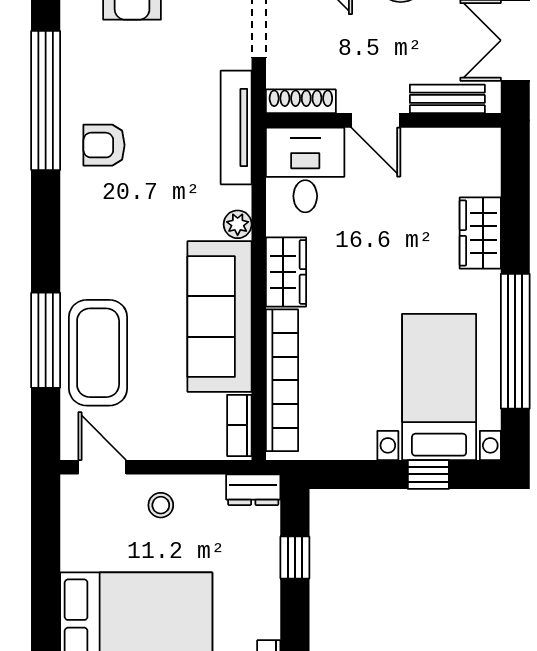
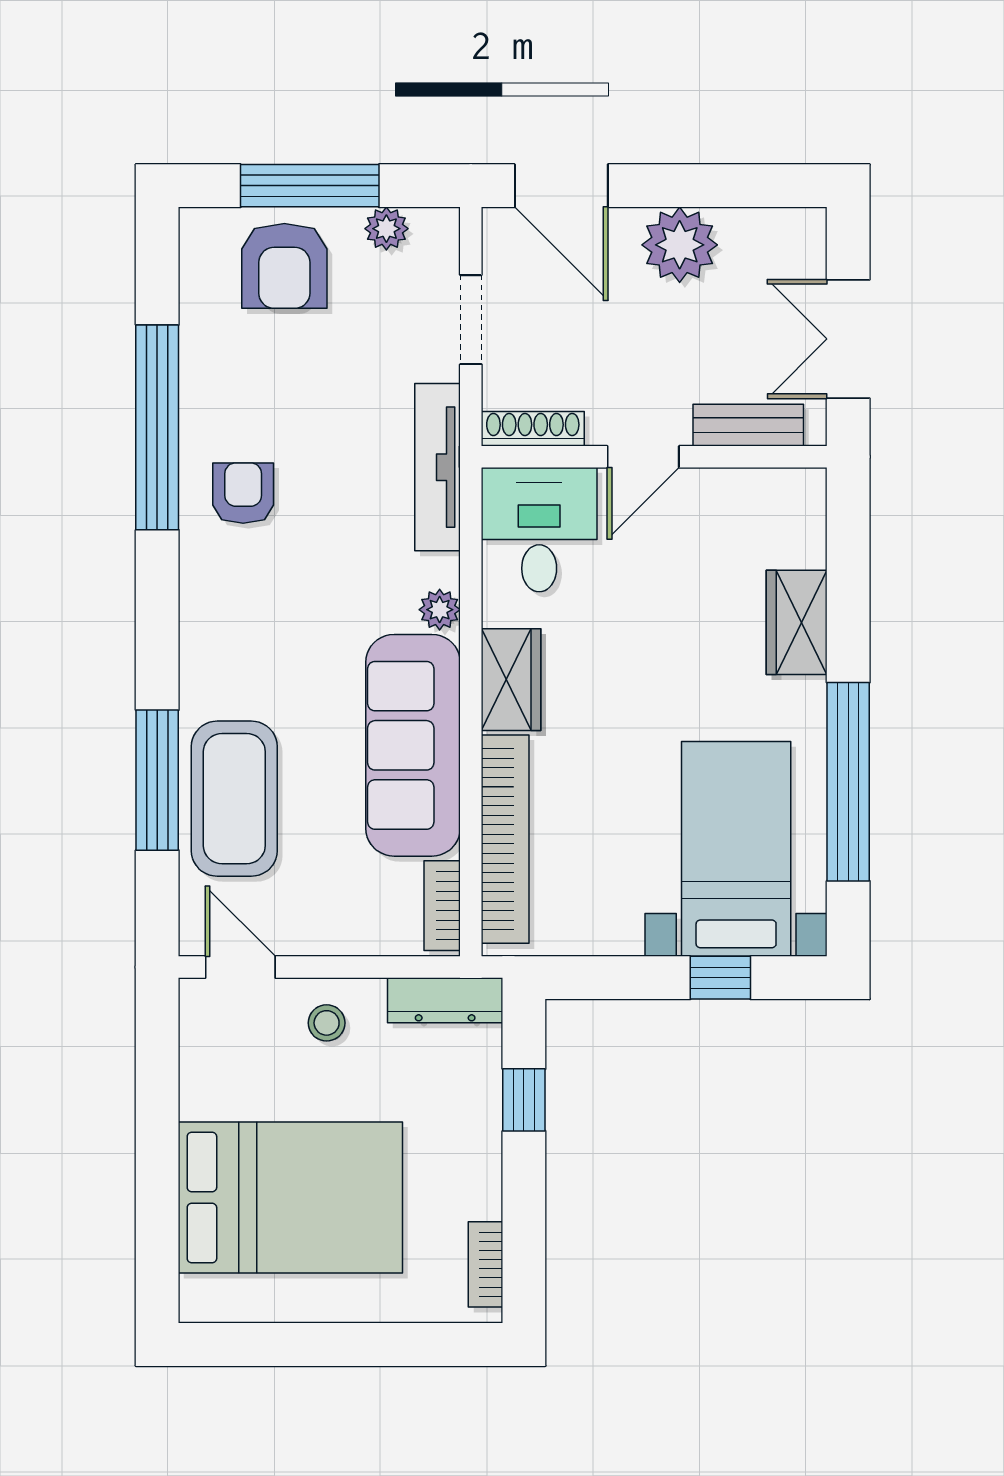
door: (376, 120) -> (643, 457), hinge flipped
armchair: (104, 145) -> (243, 493), turned 90
dresser: (253, 490) -> (445, 1000), width x1.44

